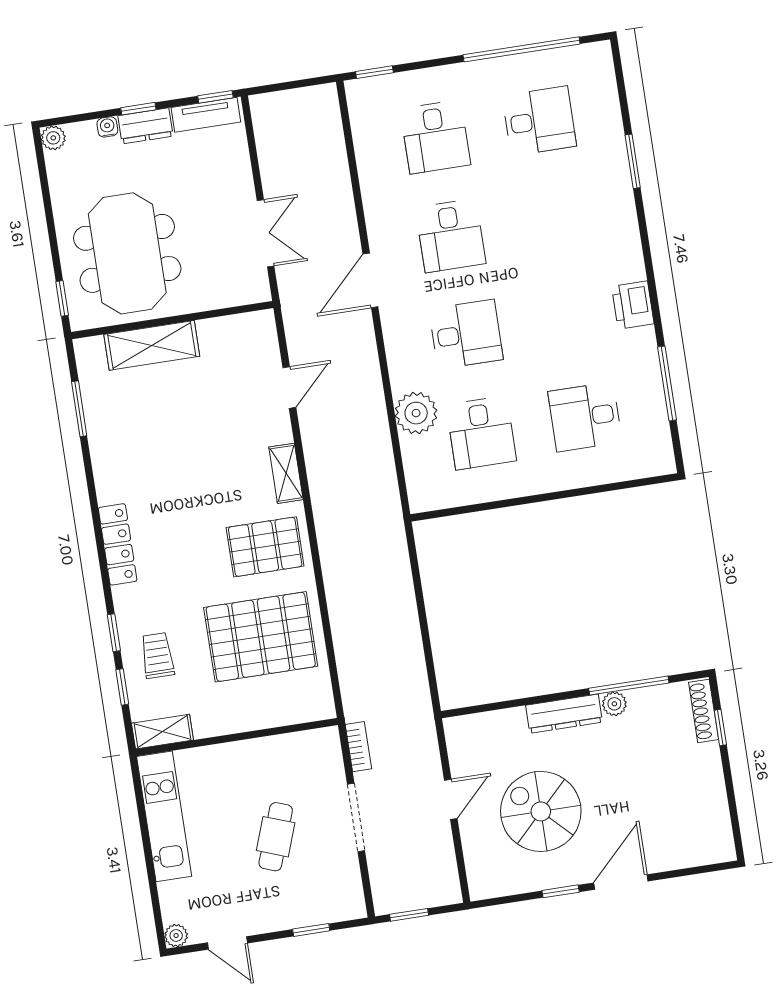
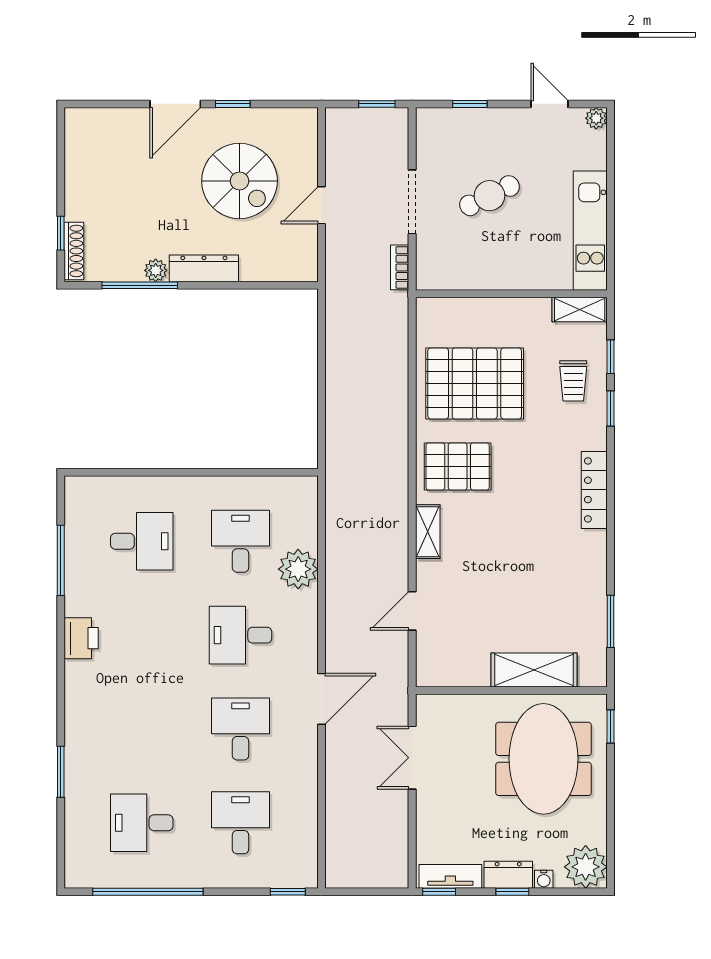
plant: (53, 138) -> (586, 867), width x1.87, depth x1.87
cafe table: (276, 837) -> (490, 196), turned 44

